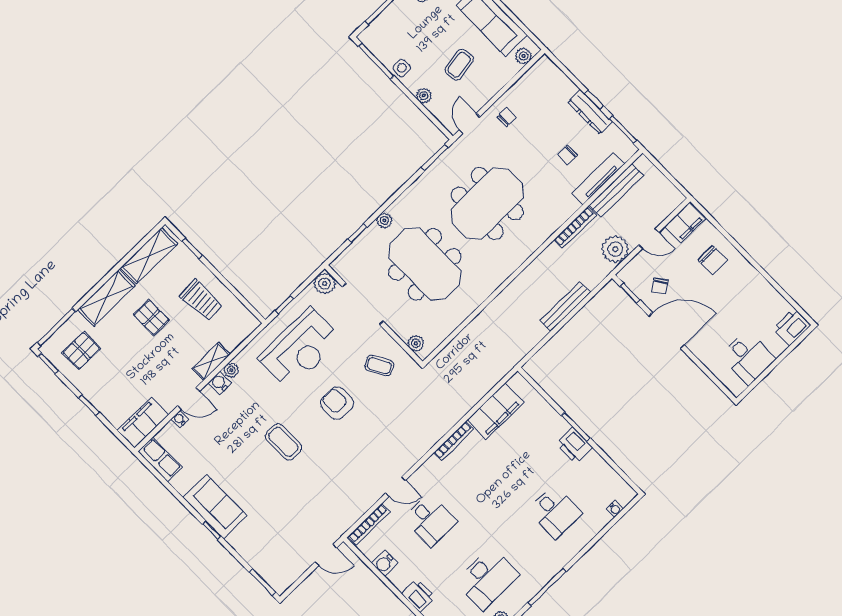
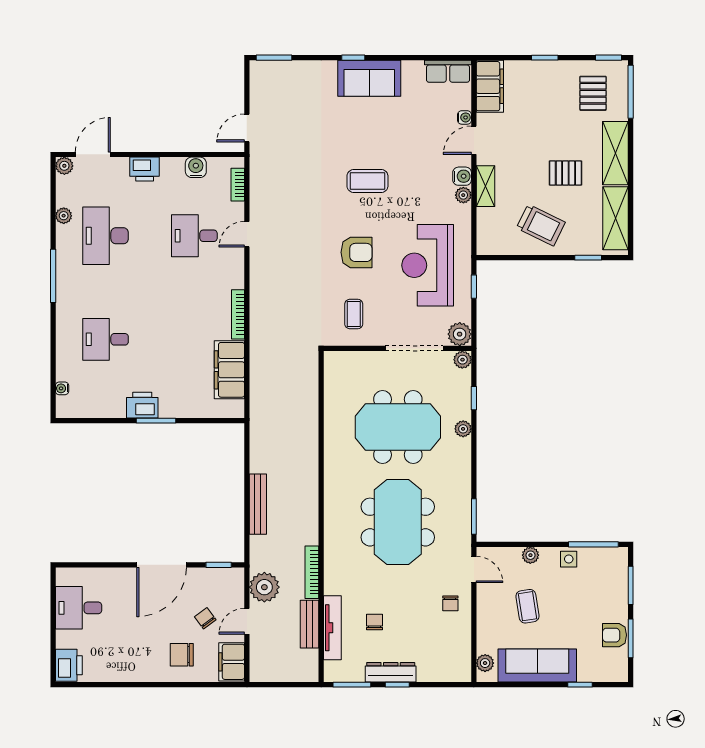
bench: (616, 190) -> (310, 624), width x0.73
chair: (660, 286) -> (205, 618), moved
trolley: (201, 300) -> (541, 225), turned -150
plant: (416, 343) -> (462, 360), moved
coffee table: (379, 366) -> (354, 314), turned -61
bookcase: (369, 524) -> (238, 185), width x0.64

